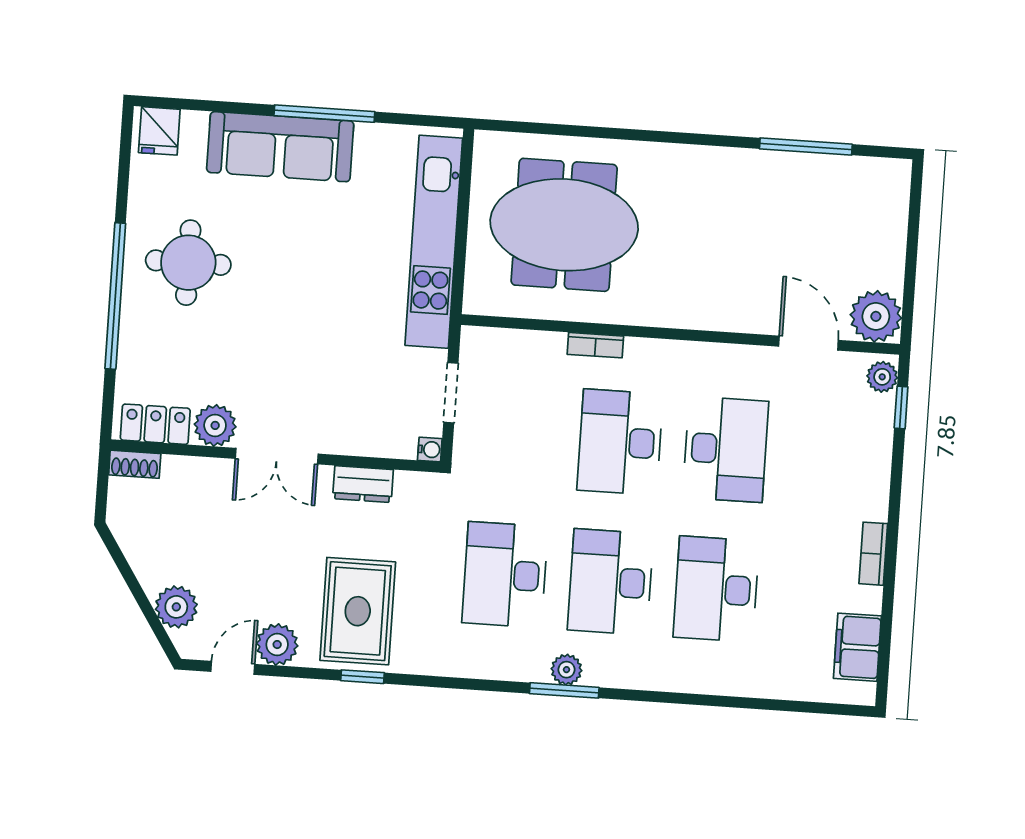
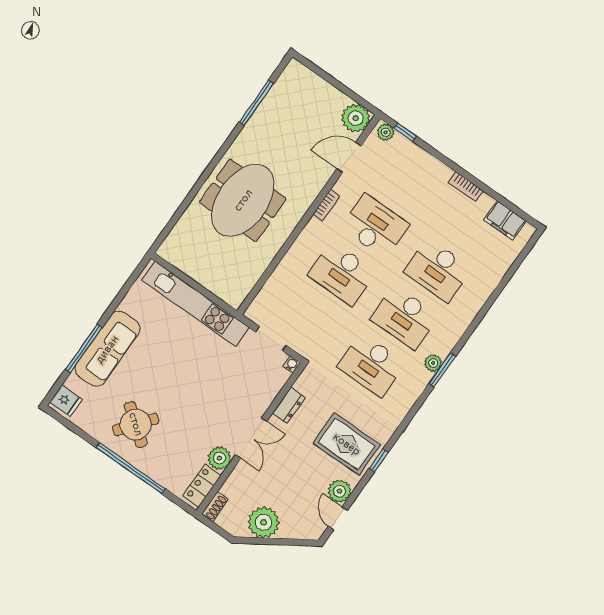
window: (324, 114) -> (84, 349), moved
meeting table: (564, 225) -> (243, 200), moved
round table: (188, 263) -> (136, 424), turned 38
bookcase: (595, 345) -> (326, 205), moved
plant: (176, 607) -> (264, 522), moved, width x1.36, depth x1.36

